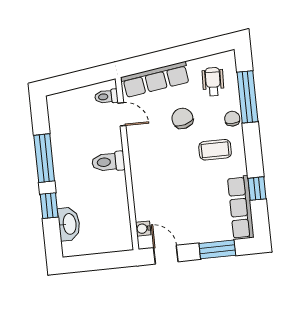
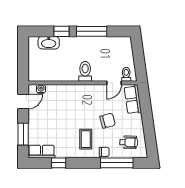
row of seats: (156, 79) -> (133, 100), width x0.68
row of seats: (241, 207) -> (41, 152), width x0.68

